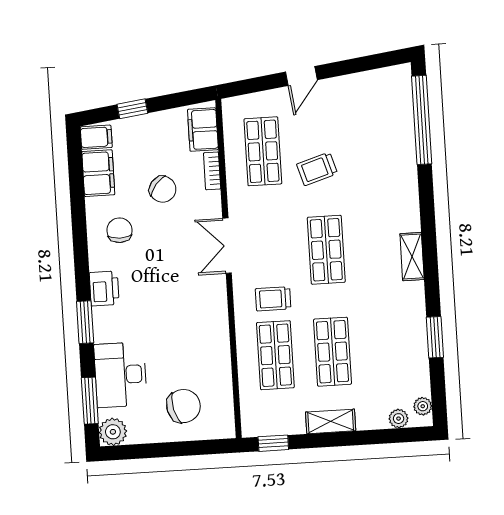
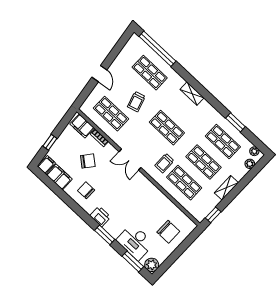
shop shelf: (377, 144) -> (150, 73), added
shelving: (412, 257) -> (192, 94), moved
shop shelf: (390, 348) -> (223, 142), added
chair: (183, 406) -> (168, 232), turned 104

